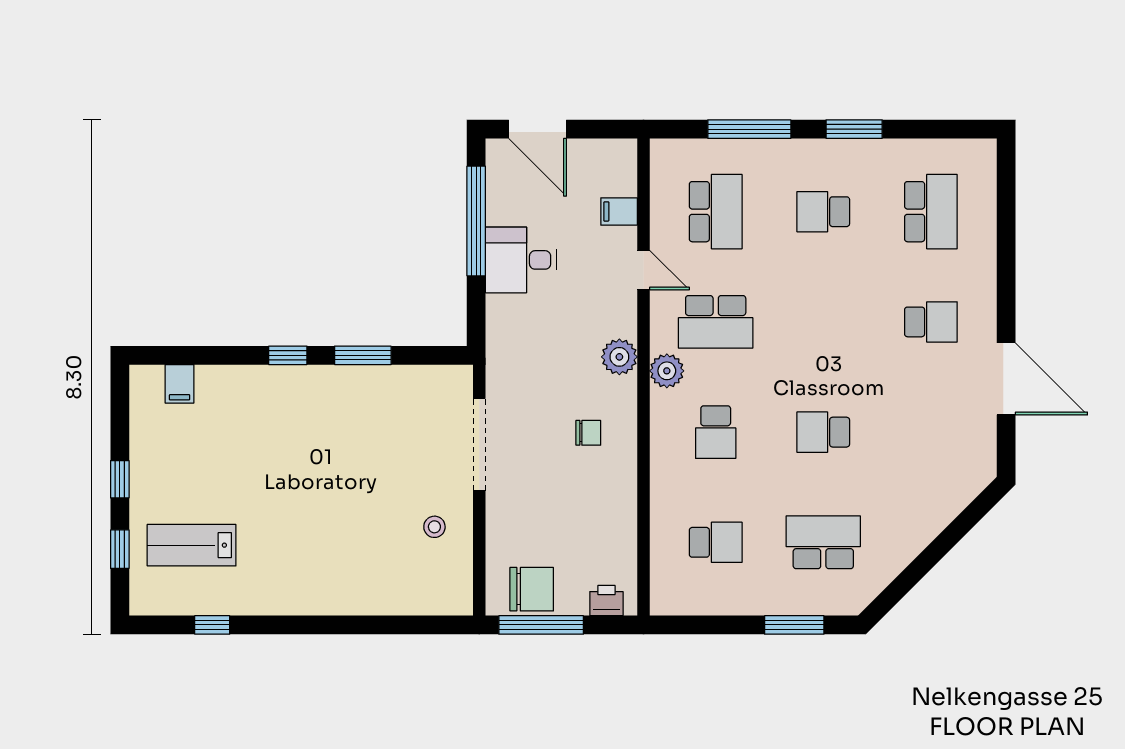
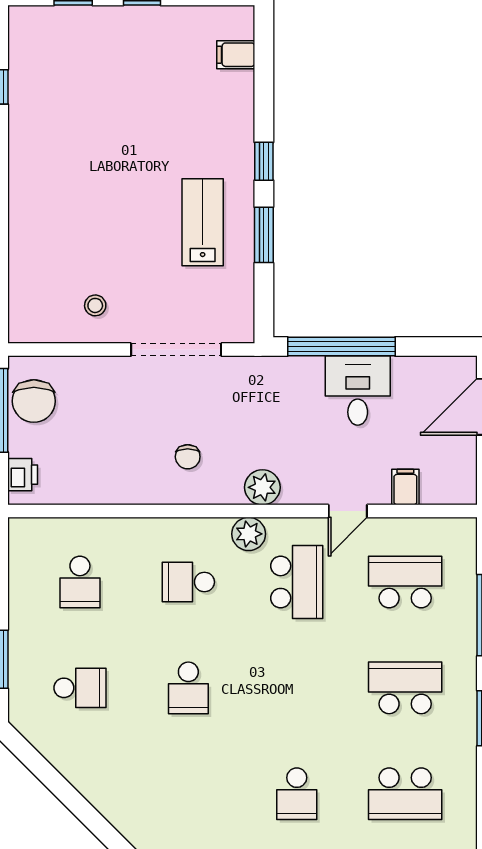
school desk: (716, 212) -> (405, 582), turned 180
school desk: (823, 212) -> (405, 688), width x1.85
window: (476, 221) -> (341, 346), moved
school desk: (716, 322) -> (297, 582), turned 180
school desk: (823, 432) -> (188, 688), turned 180
school desk: (823, 542) -> (80, 688), width x0.54
lab bench: (192, 545) -> (203, 222), moved

